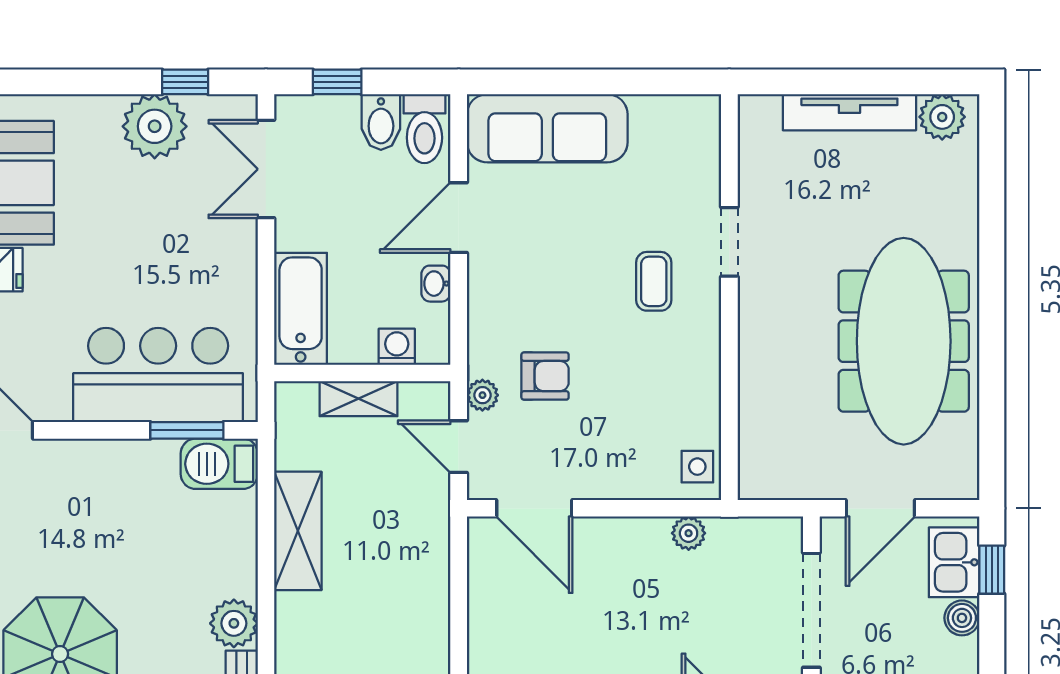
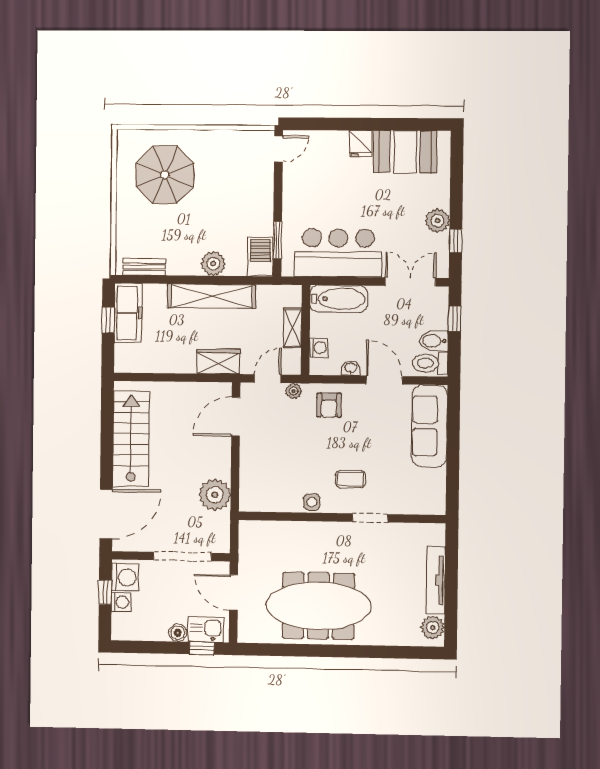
plant: (155, 126) -> (438, 221), width x0.73, depth x0.73
bar counter: (158, 375) -> (338, 253), moved, turned -90
armchair: (545, 376) -> (329, 405), moved
side table: (697, 467) -> (312, 502), moved
shelving: (298, 531) -> (212, 296), width x1.47
plant: (689, 533) -> (215, 495), width x1.87, depth x1.87
wardrobe: (426, 544) -> (218, 361), added
plant: (234, 623) -> (213, 264), moved

